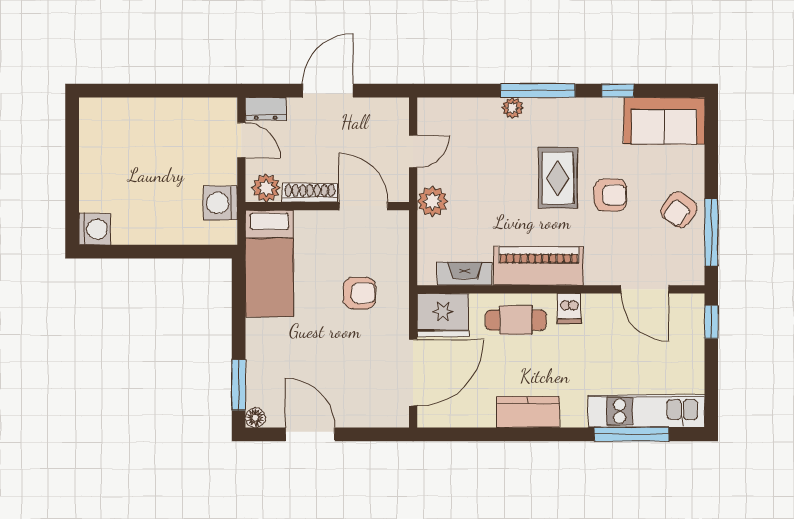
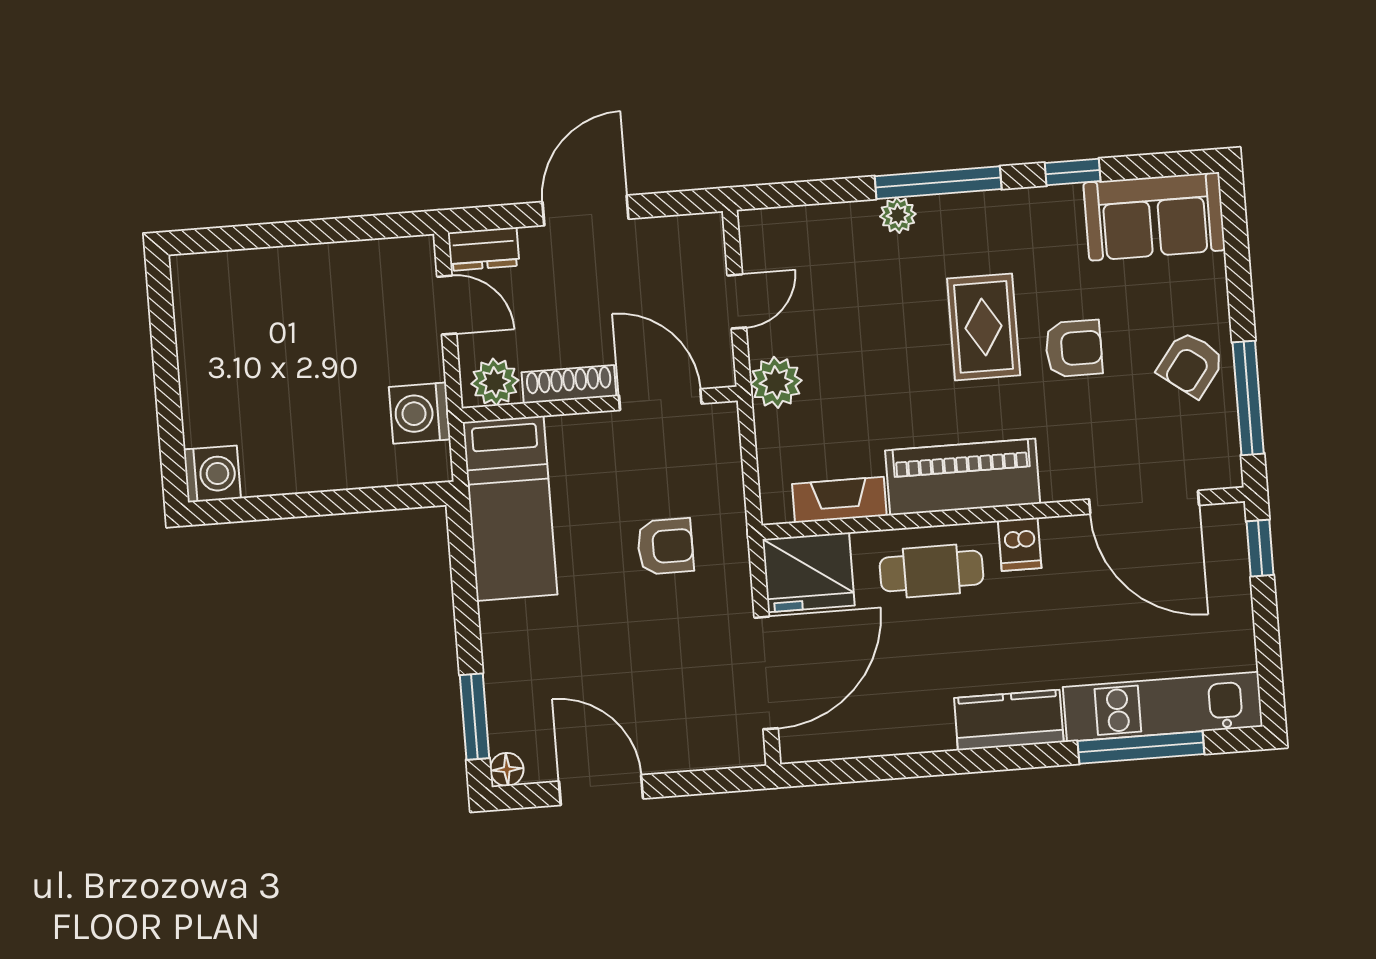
door: (645, 289) -> (1144, 502), width x1.36
kitchen counter: (528, 412) -> (1009, 720), moved

